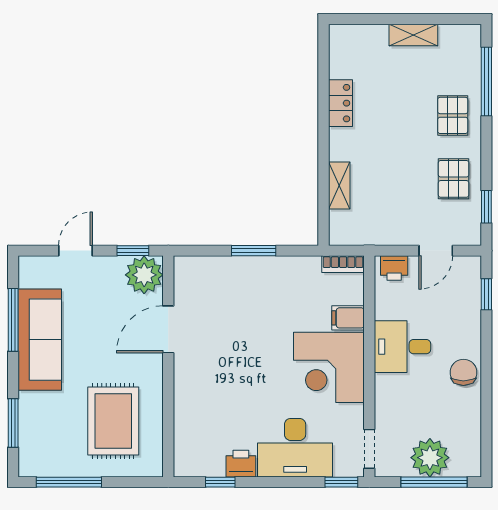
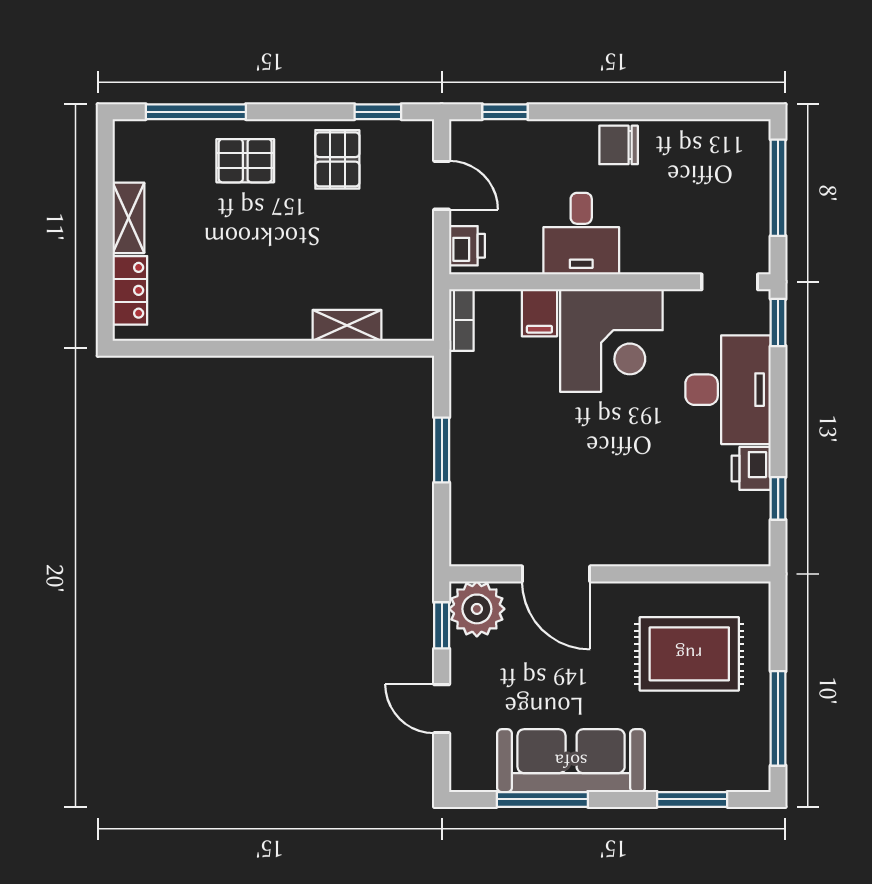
locker: (341, 103) -> (130, 290), moved, turned 90
pallet: (454, 179) -> (337, 159), turned 90
plant: (430, 458) -> (743, 194), removed

